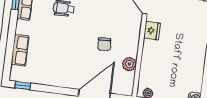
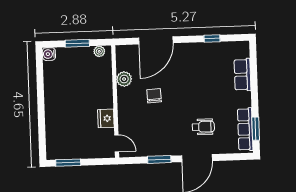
window: (23, 85) -> (212, 39), moved

